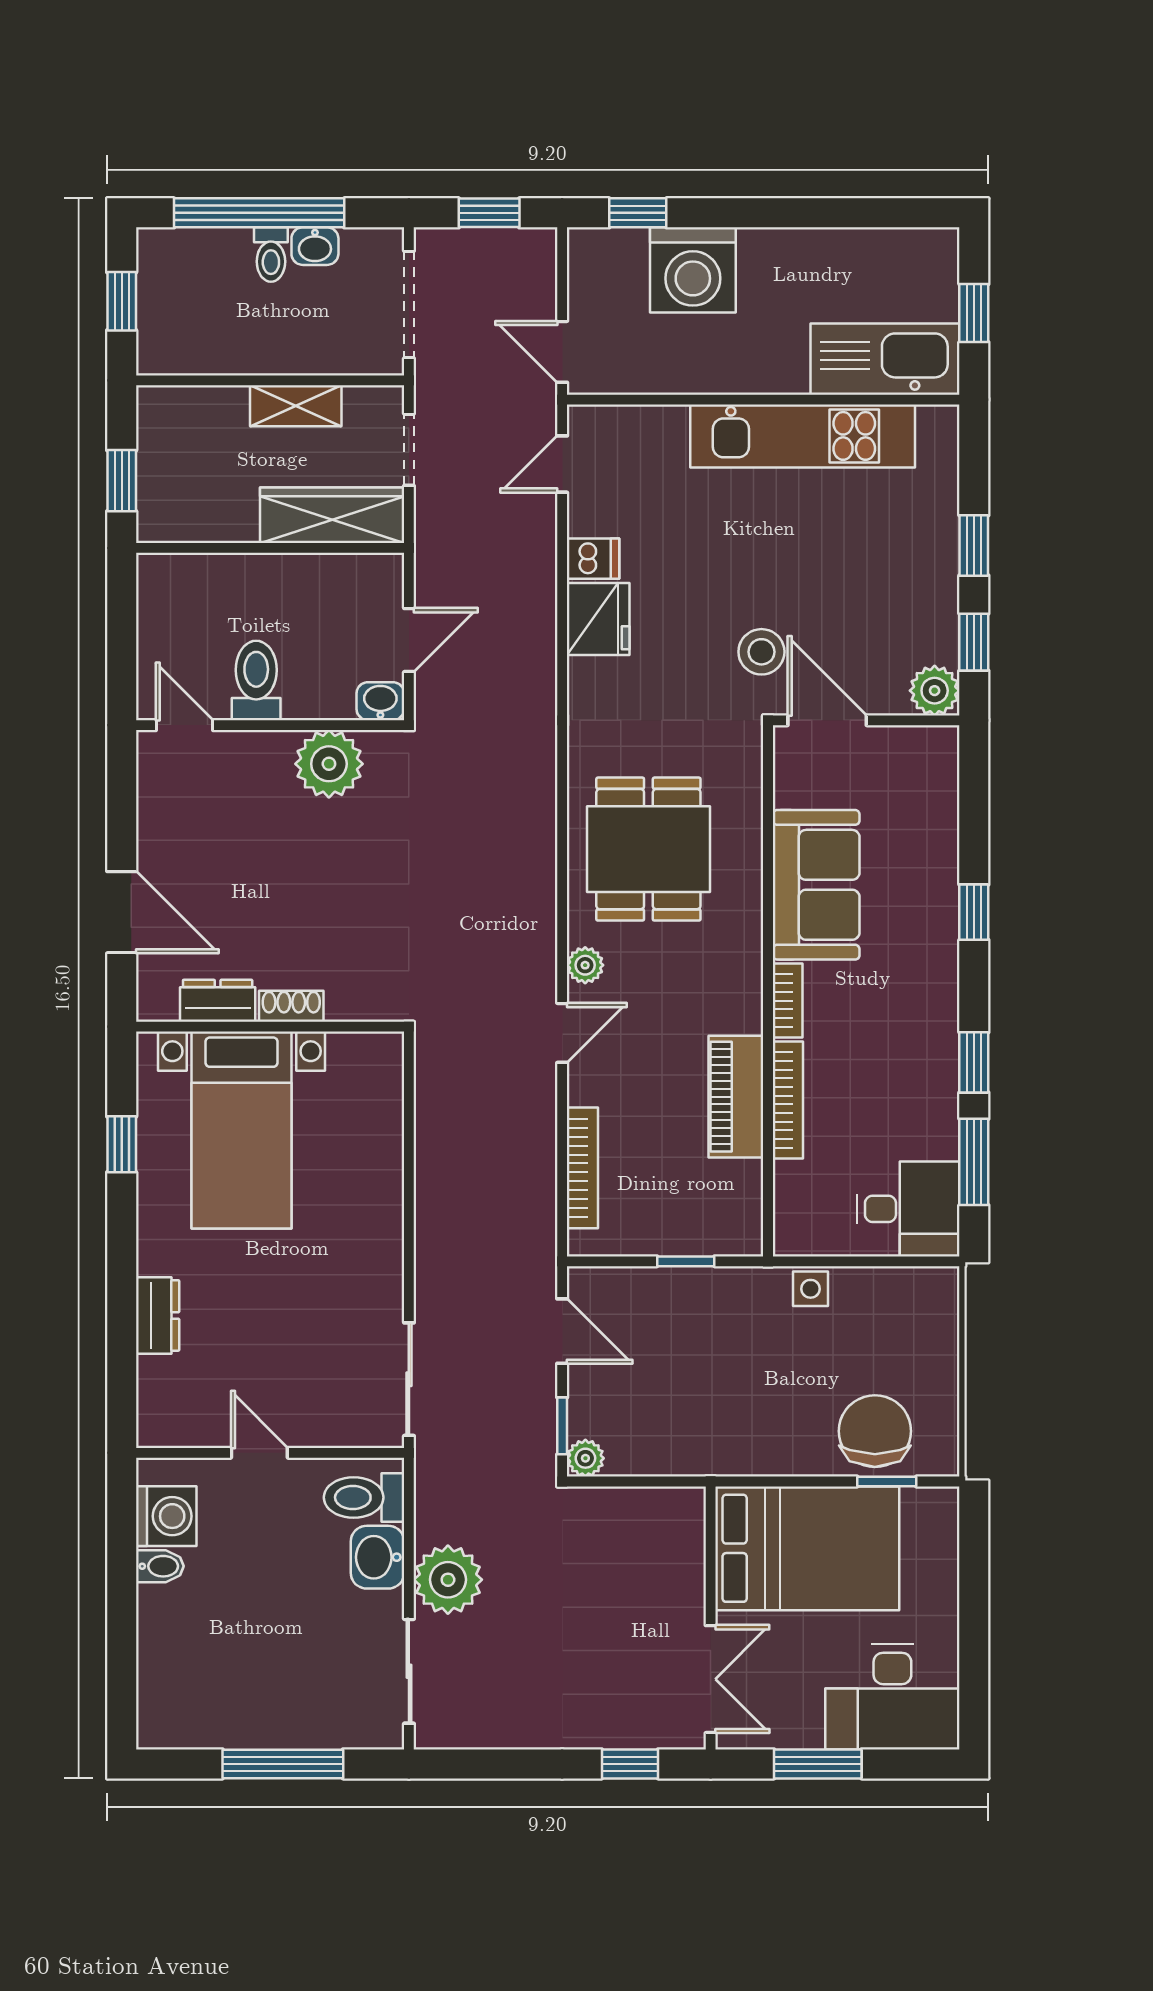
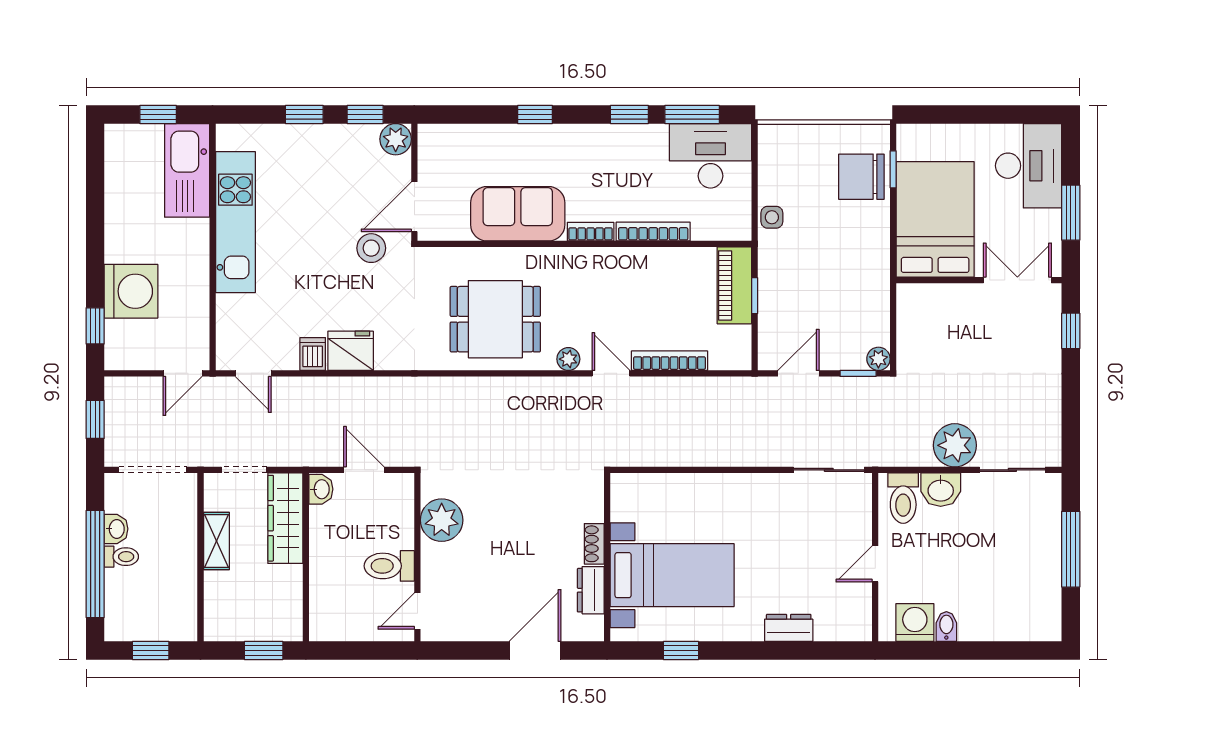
washbasin: (380, 701) -> (321, 489), moved, turned 180
piano: (736, 1097) -> (734, 285), moved, turned 90
bookcase: (582, 1168) -> (669, 361), moved
desk: (908, 1209) -> (710, 156), width x1.37

